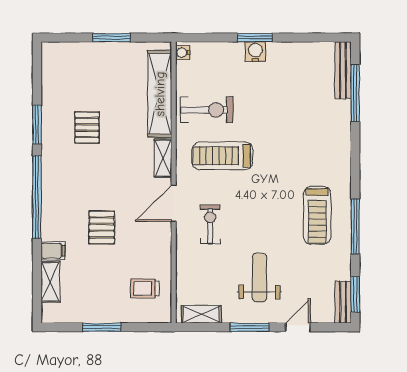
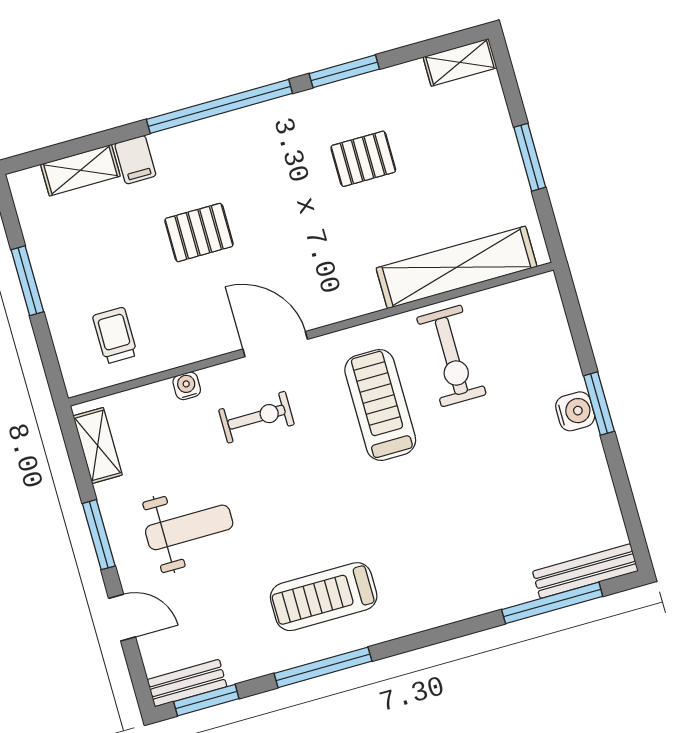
water cooler: (183, 53) -> (187, 386), moved
shelving: (163, 158) -> (460, 62), moved

